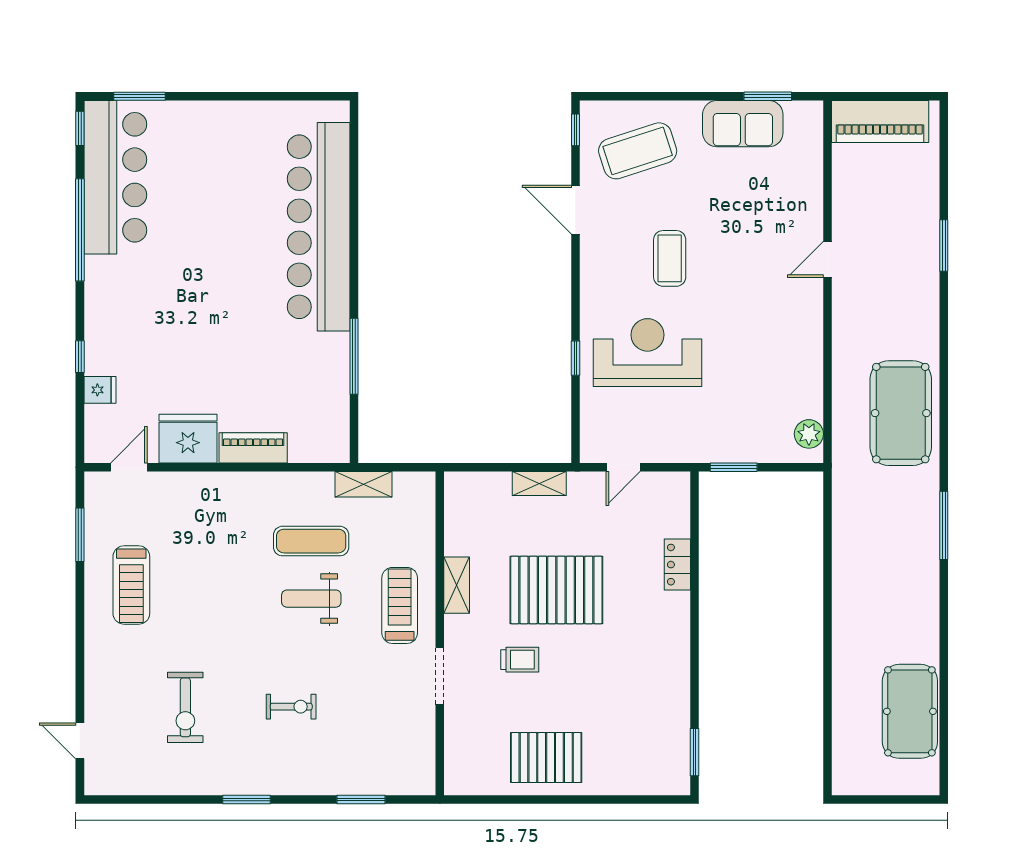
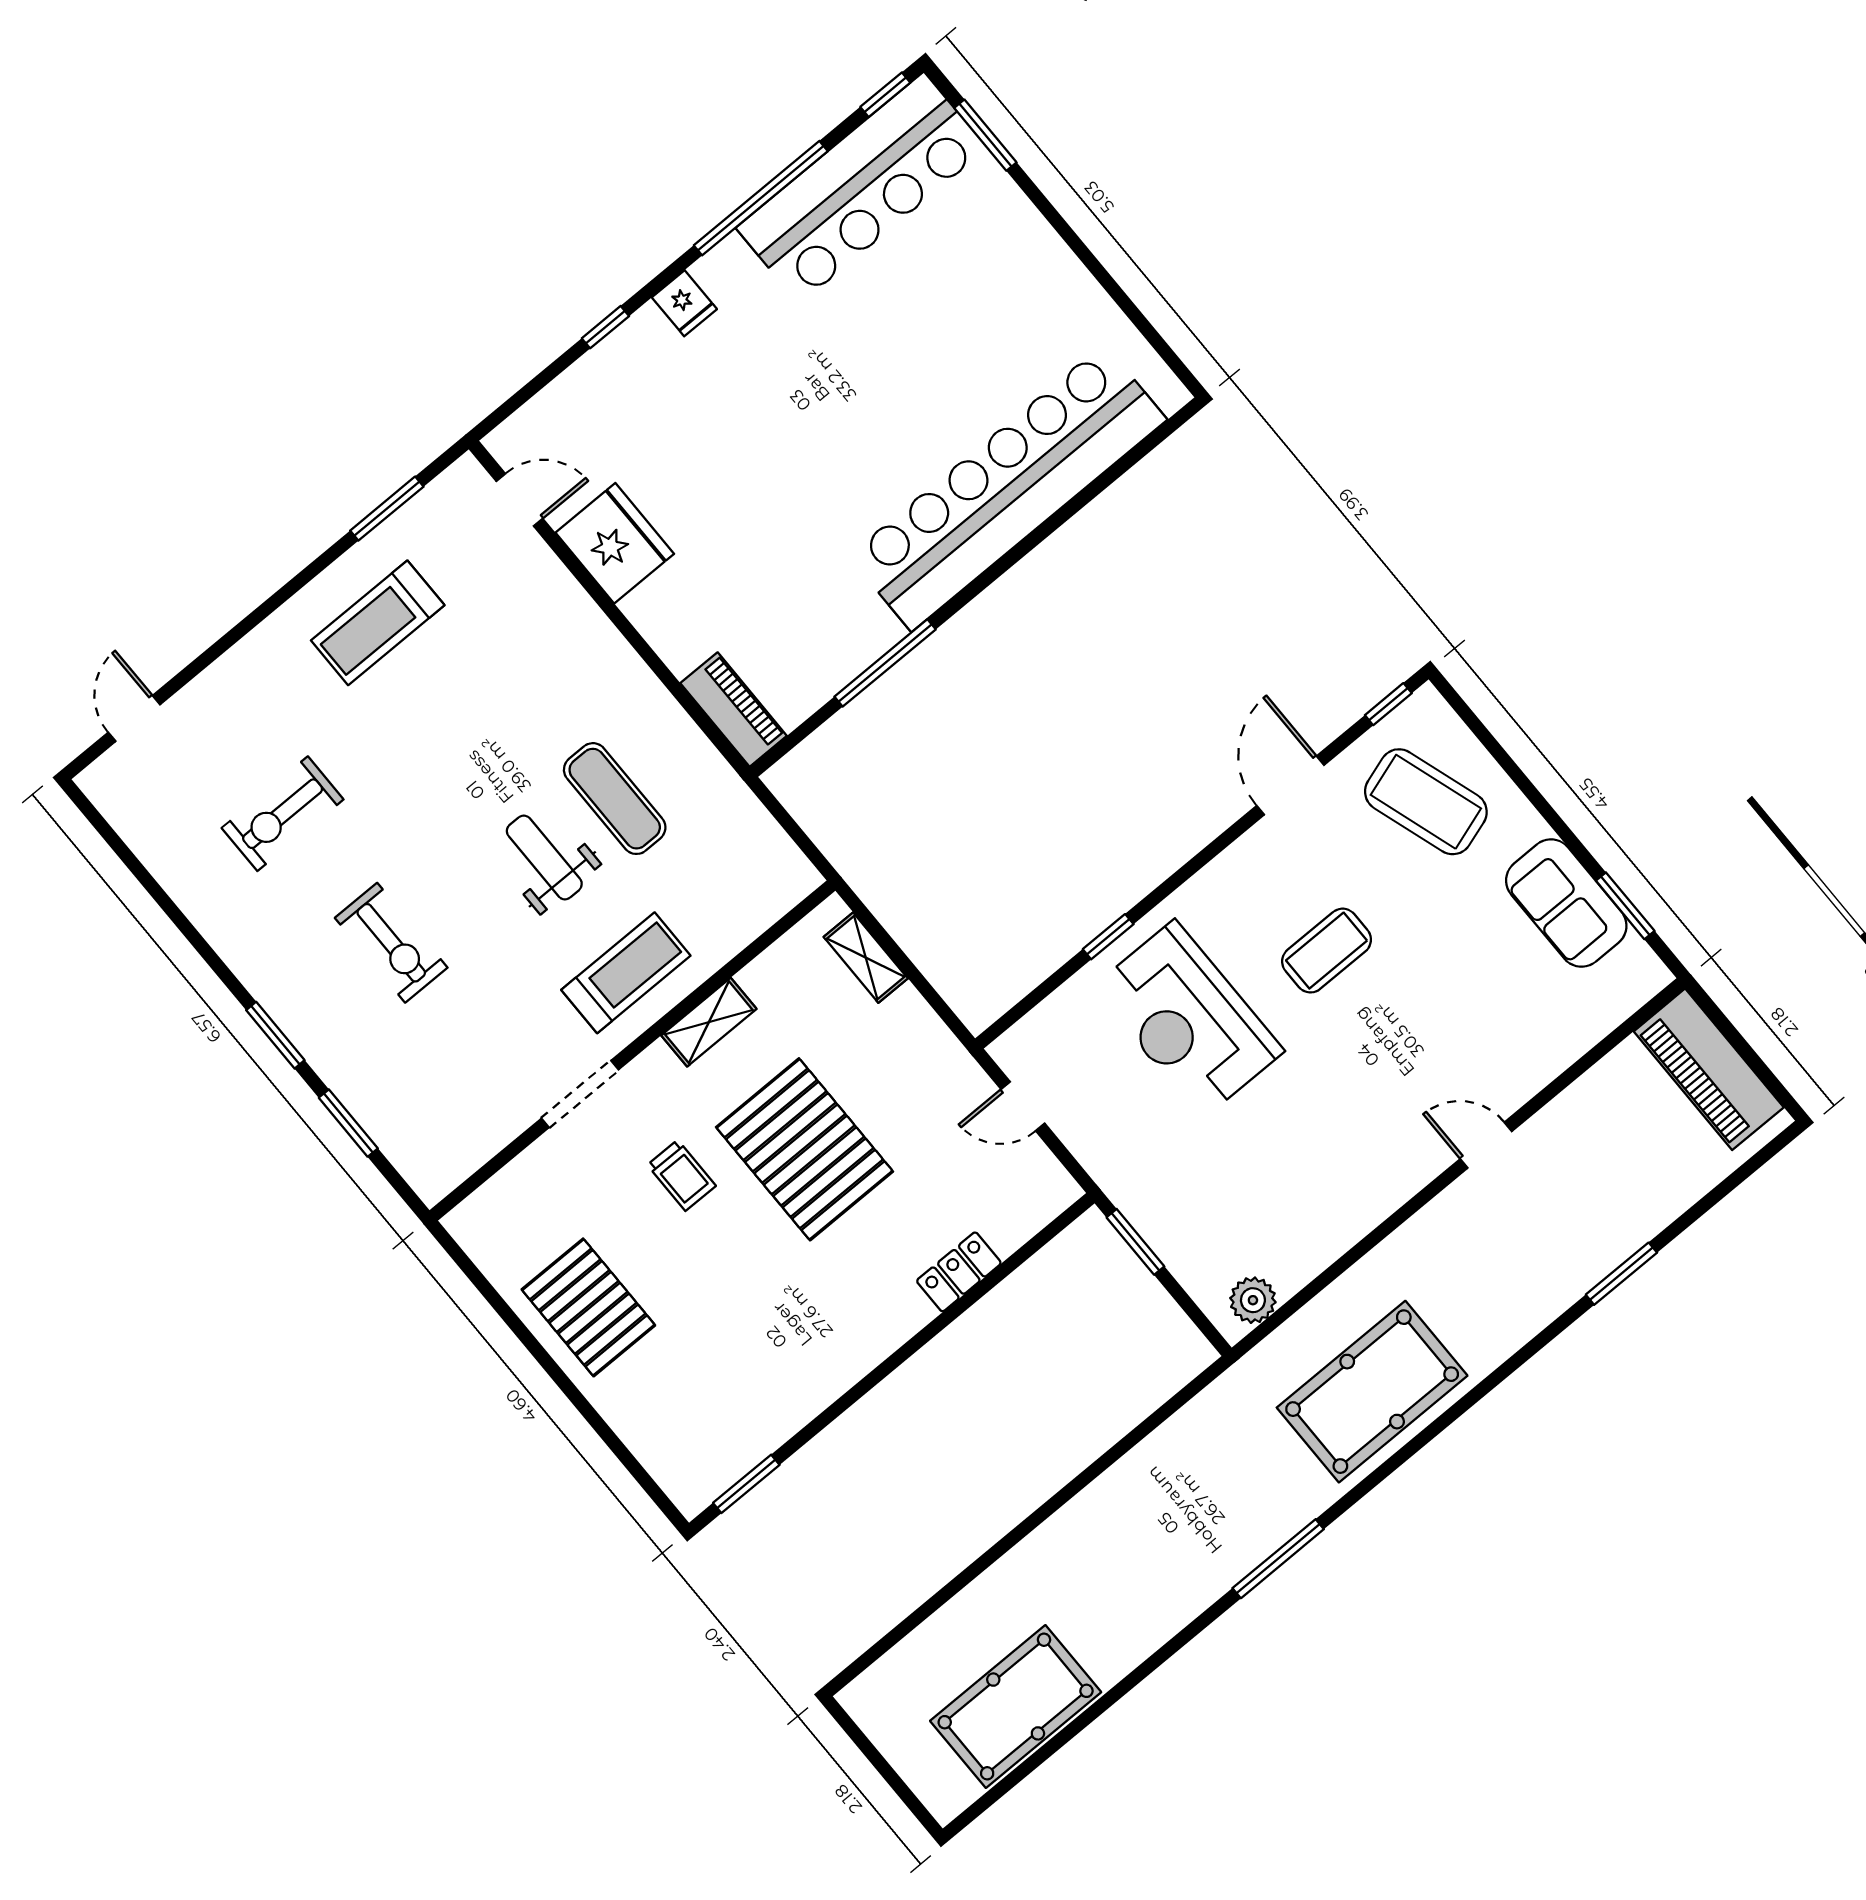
reception desk: (647, 353) -> (1188, 1019), turned 180
fridge: (100, 390) -> (684, 303), moved
piano: (253, 448) -> (734, 709), moved
shelving: (364, 484) -> (738, 805), removed
shelving: (539, 484) -> (866, 958), moved
exercise bike: (291, 707) -> (391, 943), width x1.38, depth x1.39
window: (247, 800) -> (275, 1035), moved

